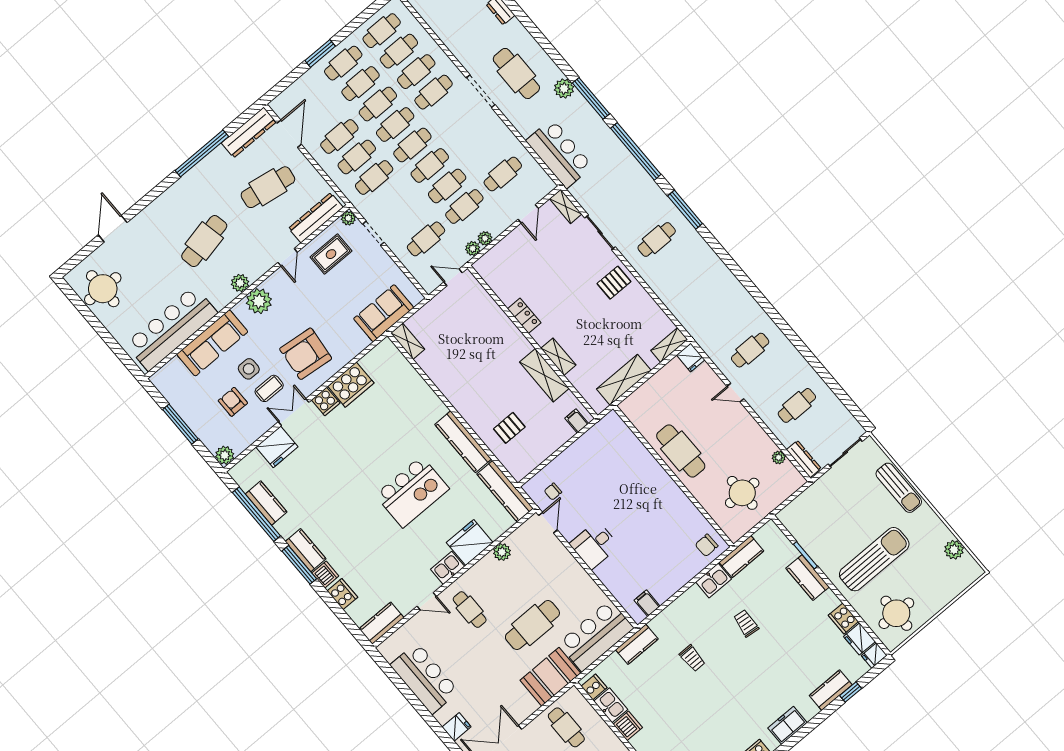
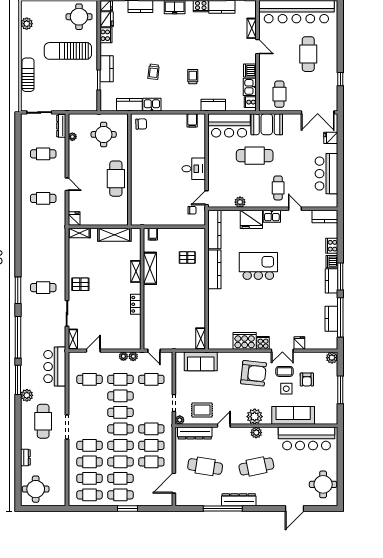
dresser: (249, 132) -> (239, 500), moved
fridge: (277, 447) -> (299, 343), width x0.53, depth x0.75

